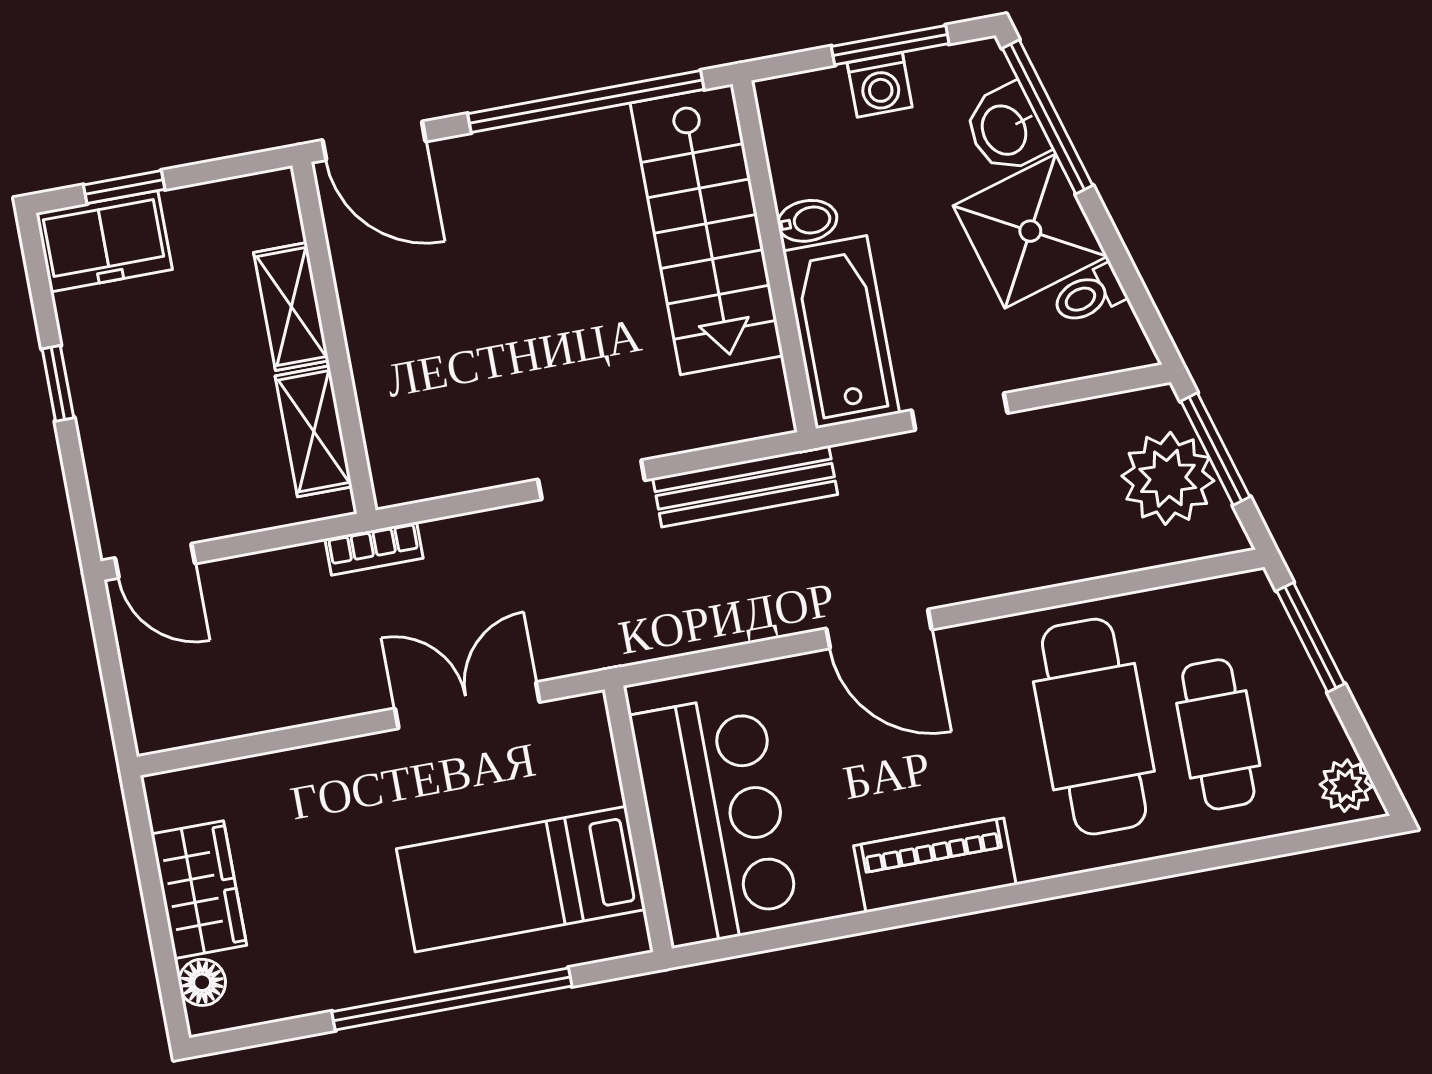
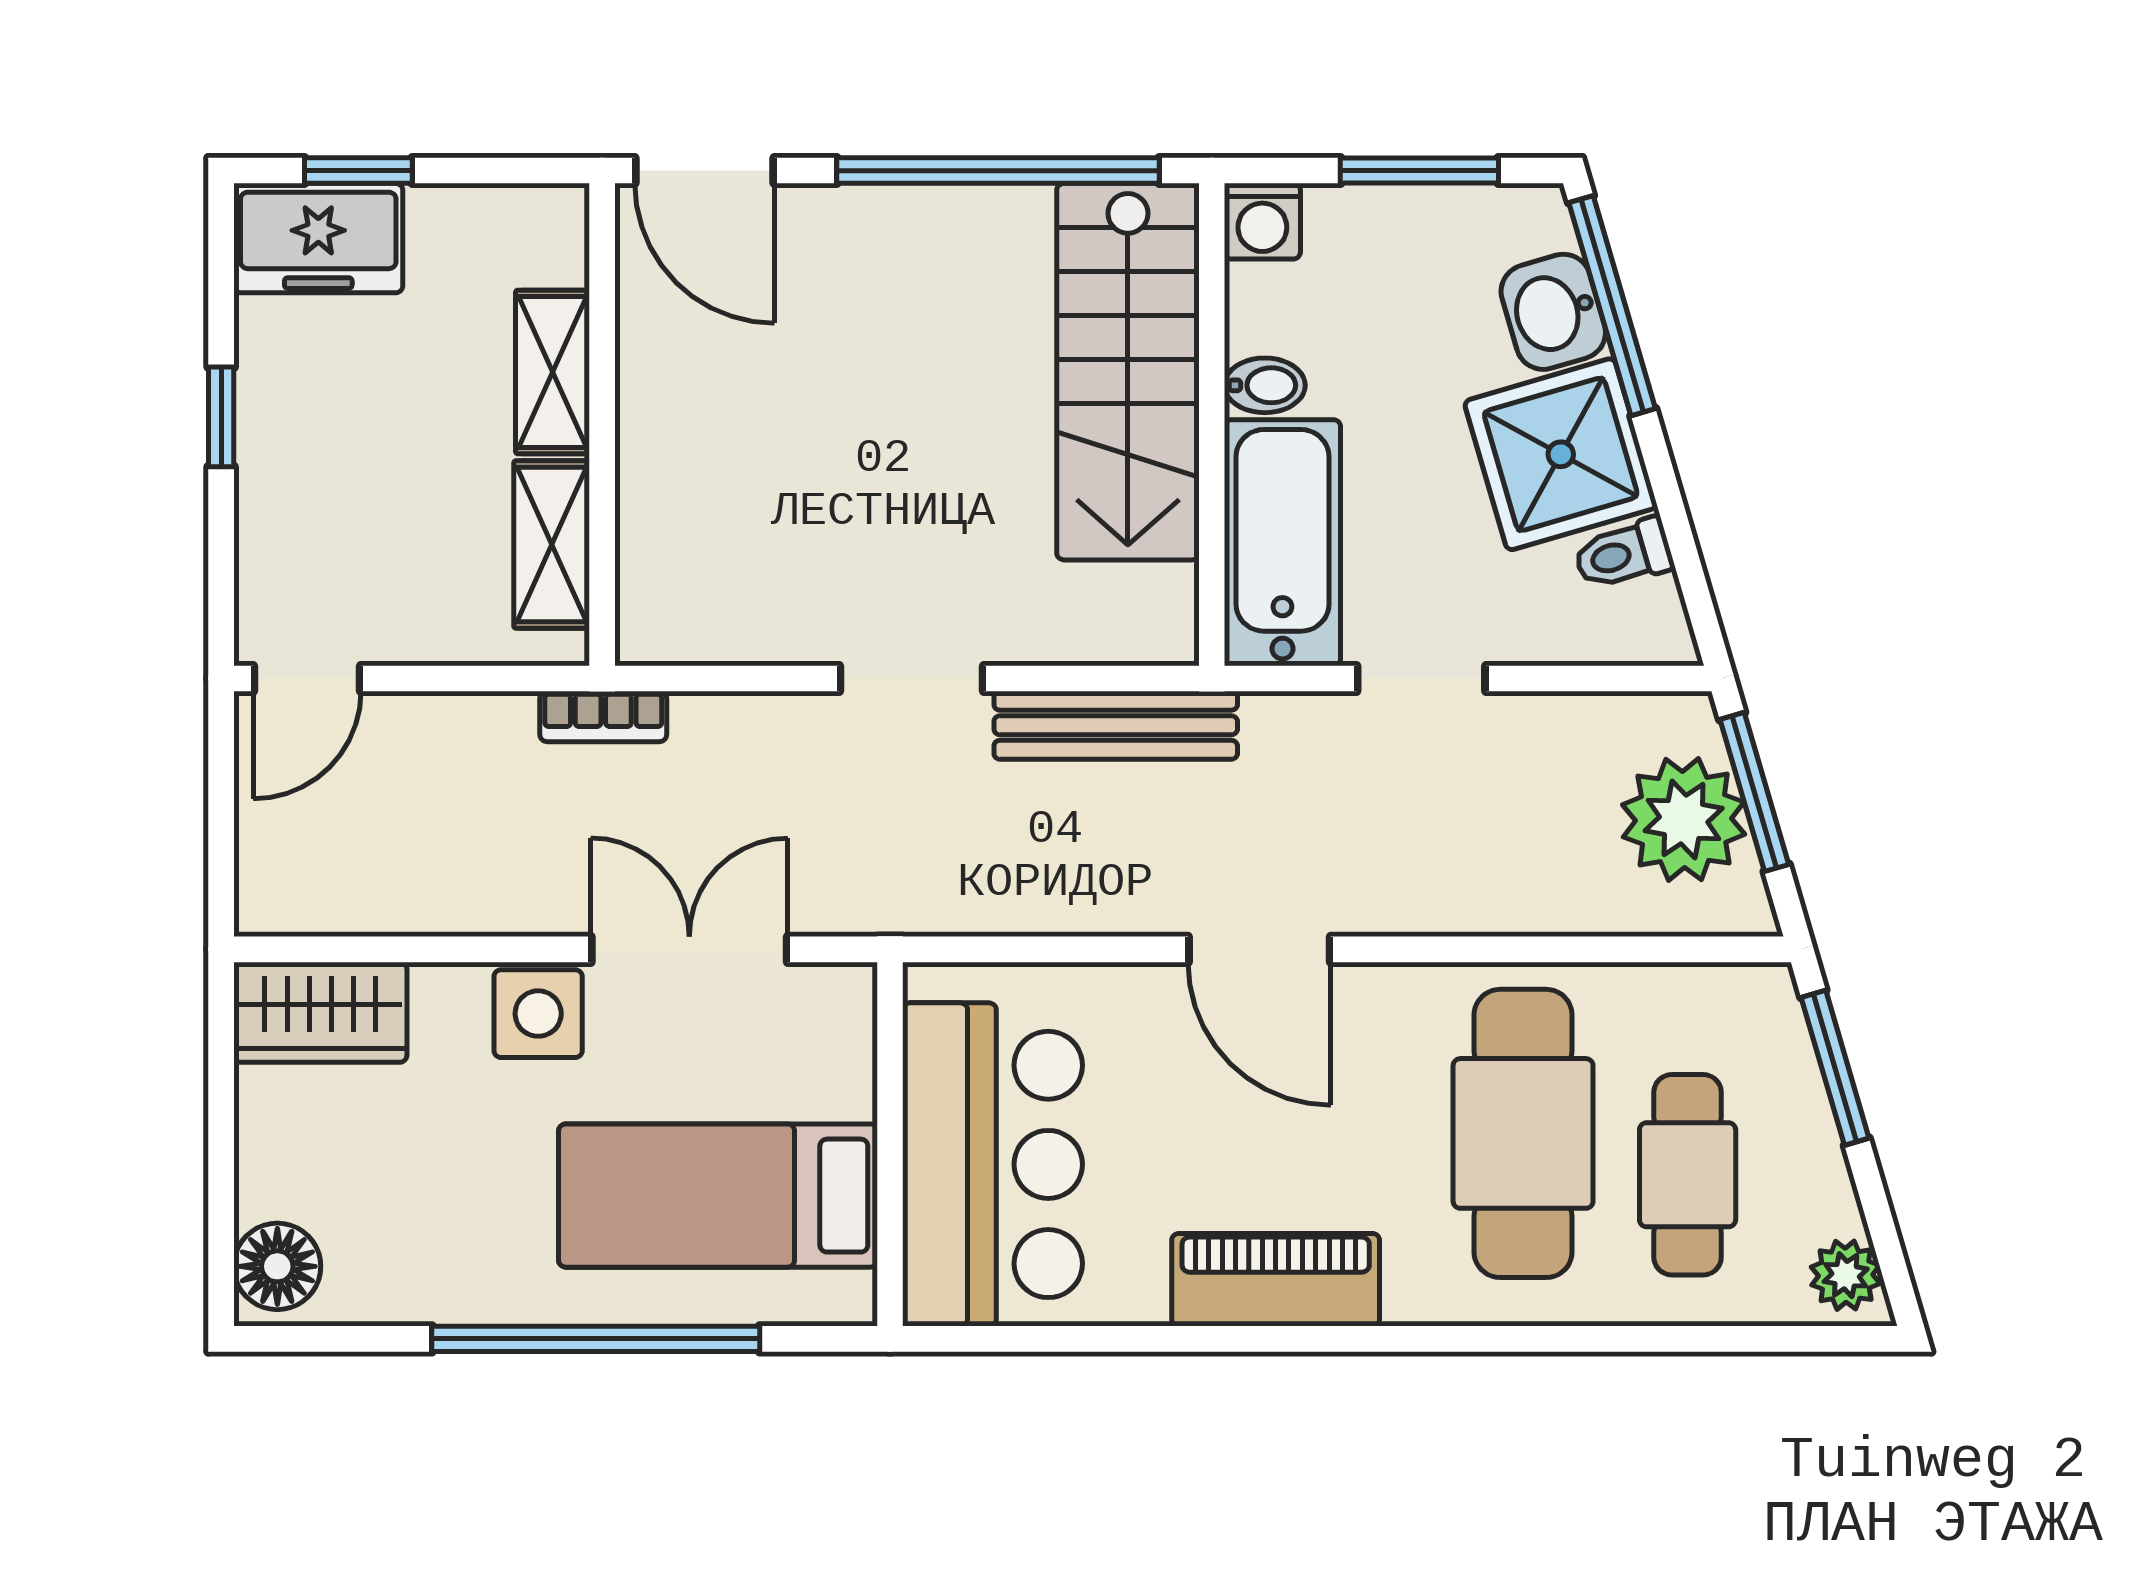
washing machine: (880, 85) -> (1262, 221), moved
door: (155, 561) -> (307, 678), hinge flipped
side table: (367, 772) -> (538, 1014), added
wardrobe: (199, 890) -> (320, 1012), moved, turned 90
floor lamp: (202, 982) -> (277, 1266), width x1.37, depth x1.37

